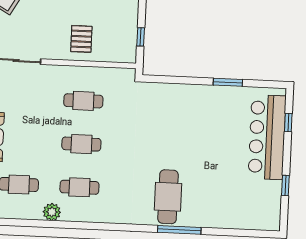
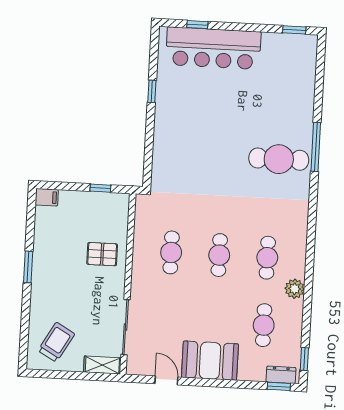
window: (228, 82) -> (152, 91), width x0.67
window: (285, 186) -> (294, 30), moved

